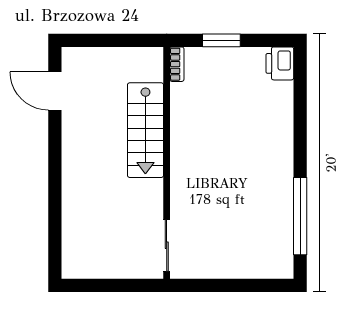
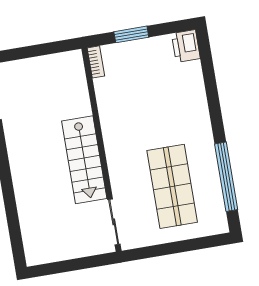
stairs: (145, 130) -> (84, 160), moved
shop shelf: (238, 217) -> (172, 186), added

